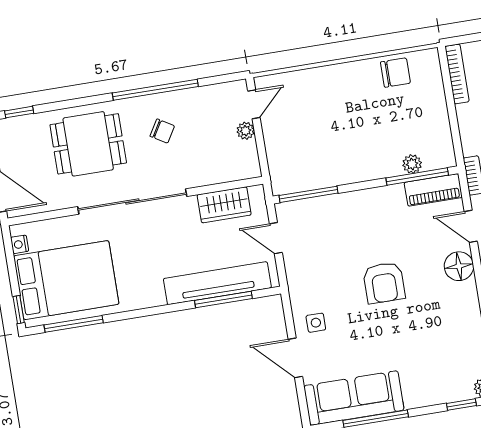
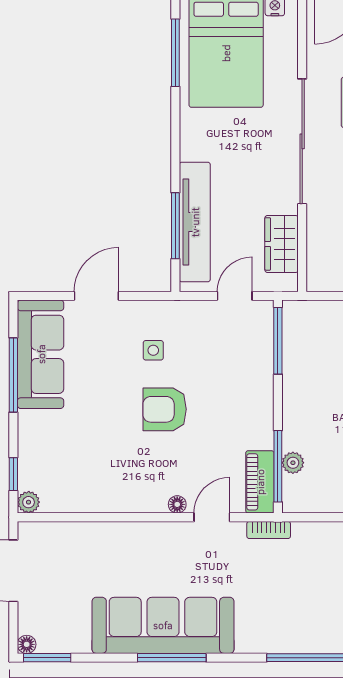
floor lamp: (459, 266) -> (177, 504), width x0.53, depth x0.53
side table: (316, 323) -> (153, 350), moved

